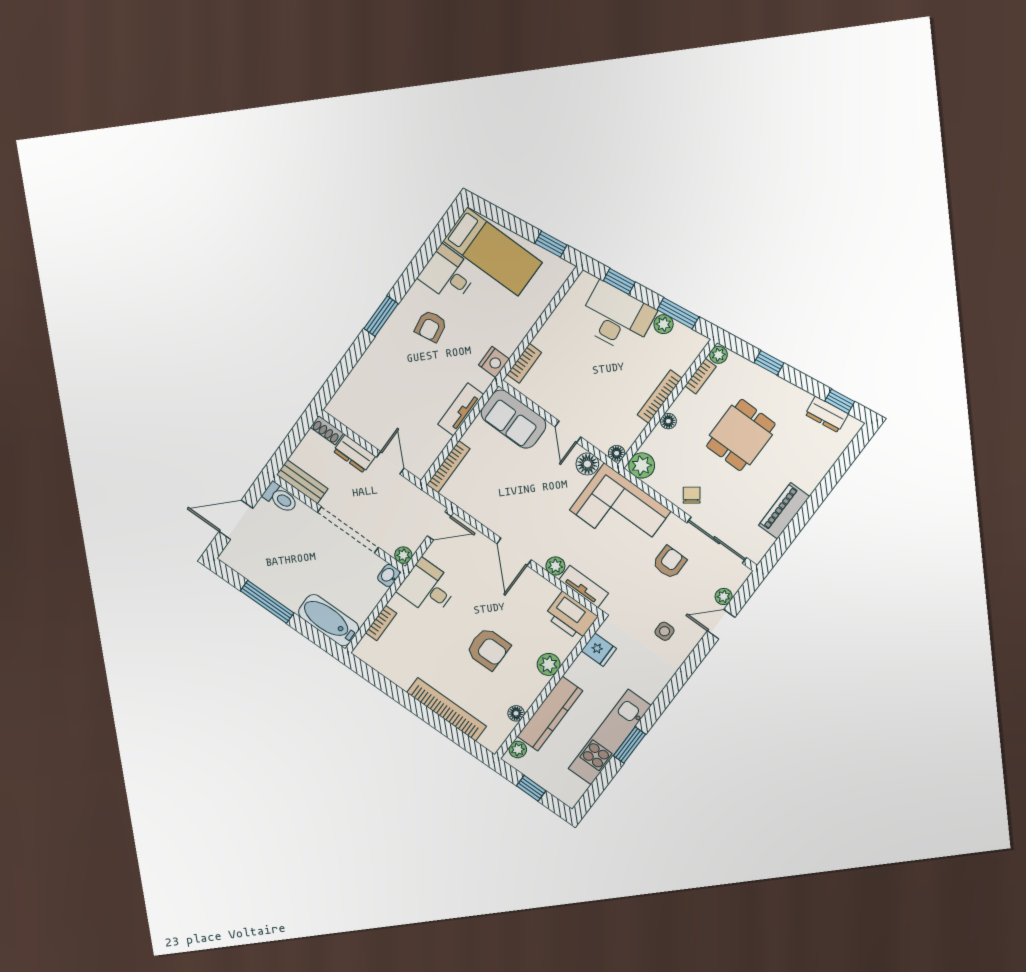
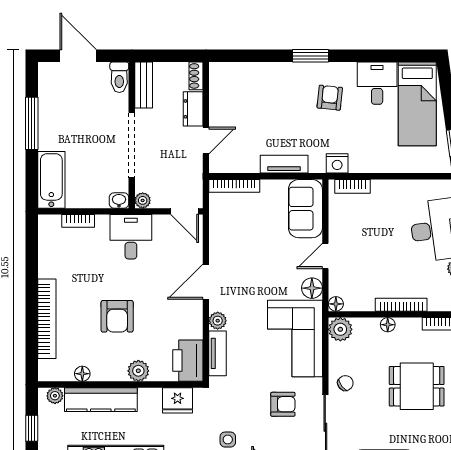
armchair: (431, 326) -> (330, 98), turned 105
fridge: (599, 650) -> (178, 400), width x1.38

